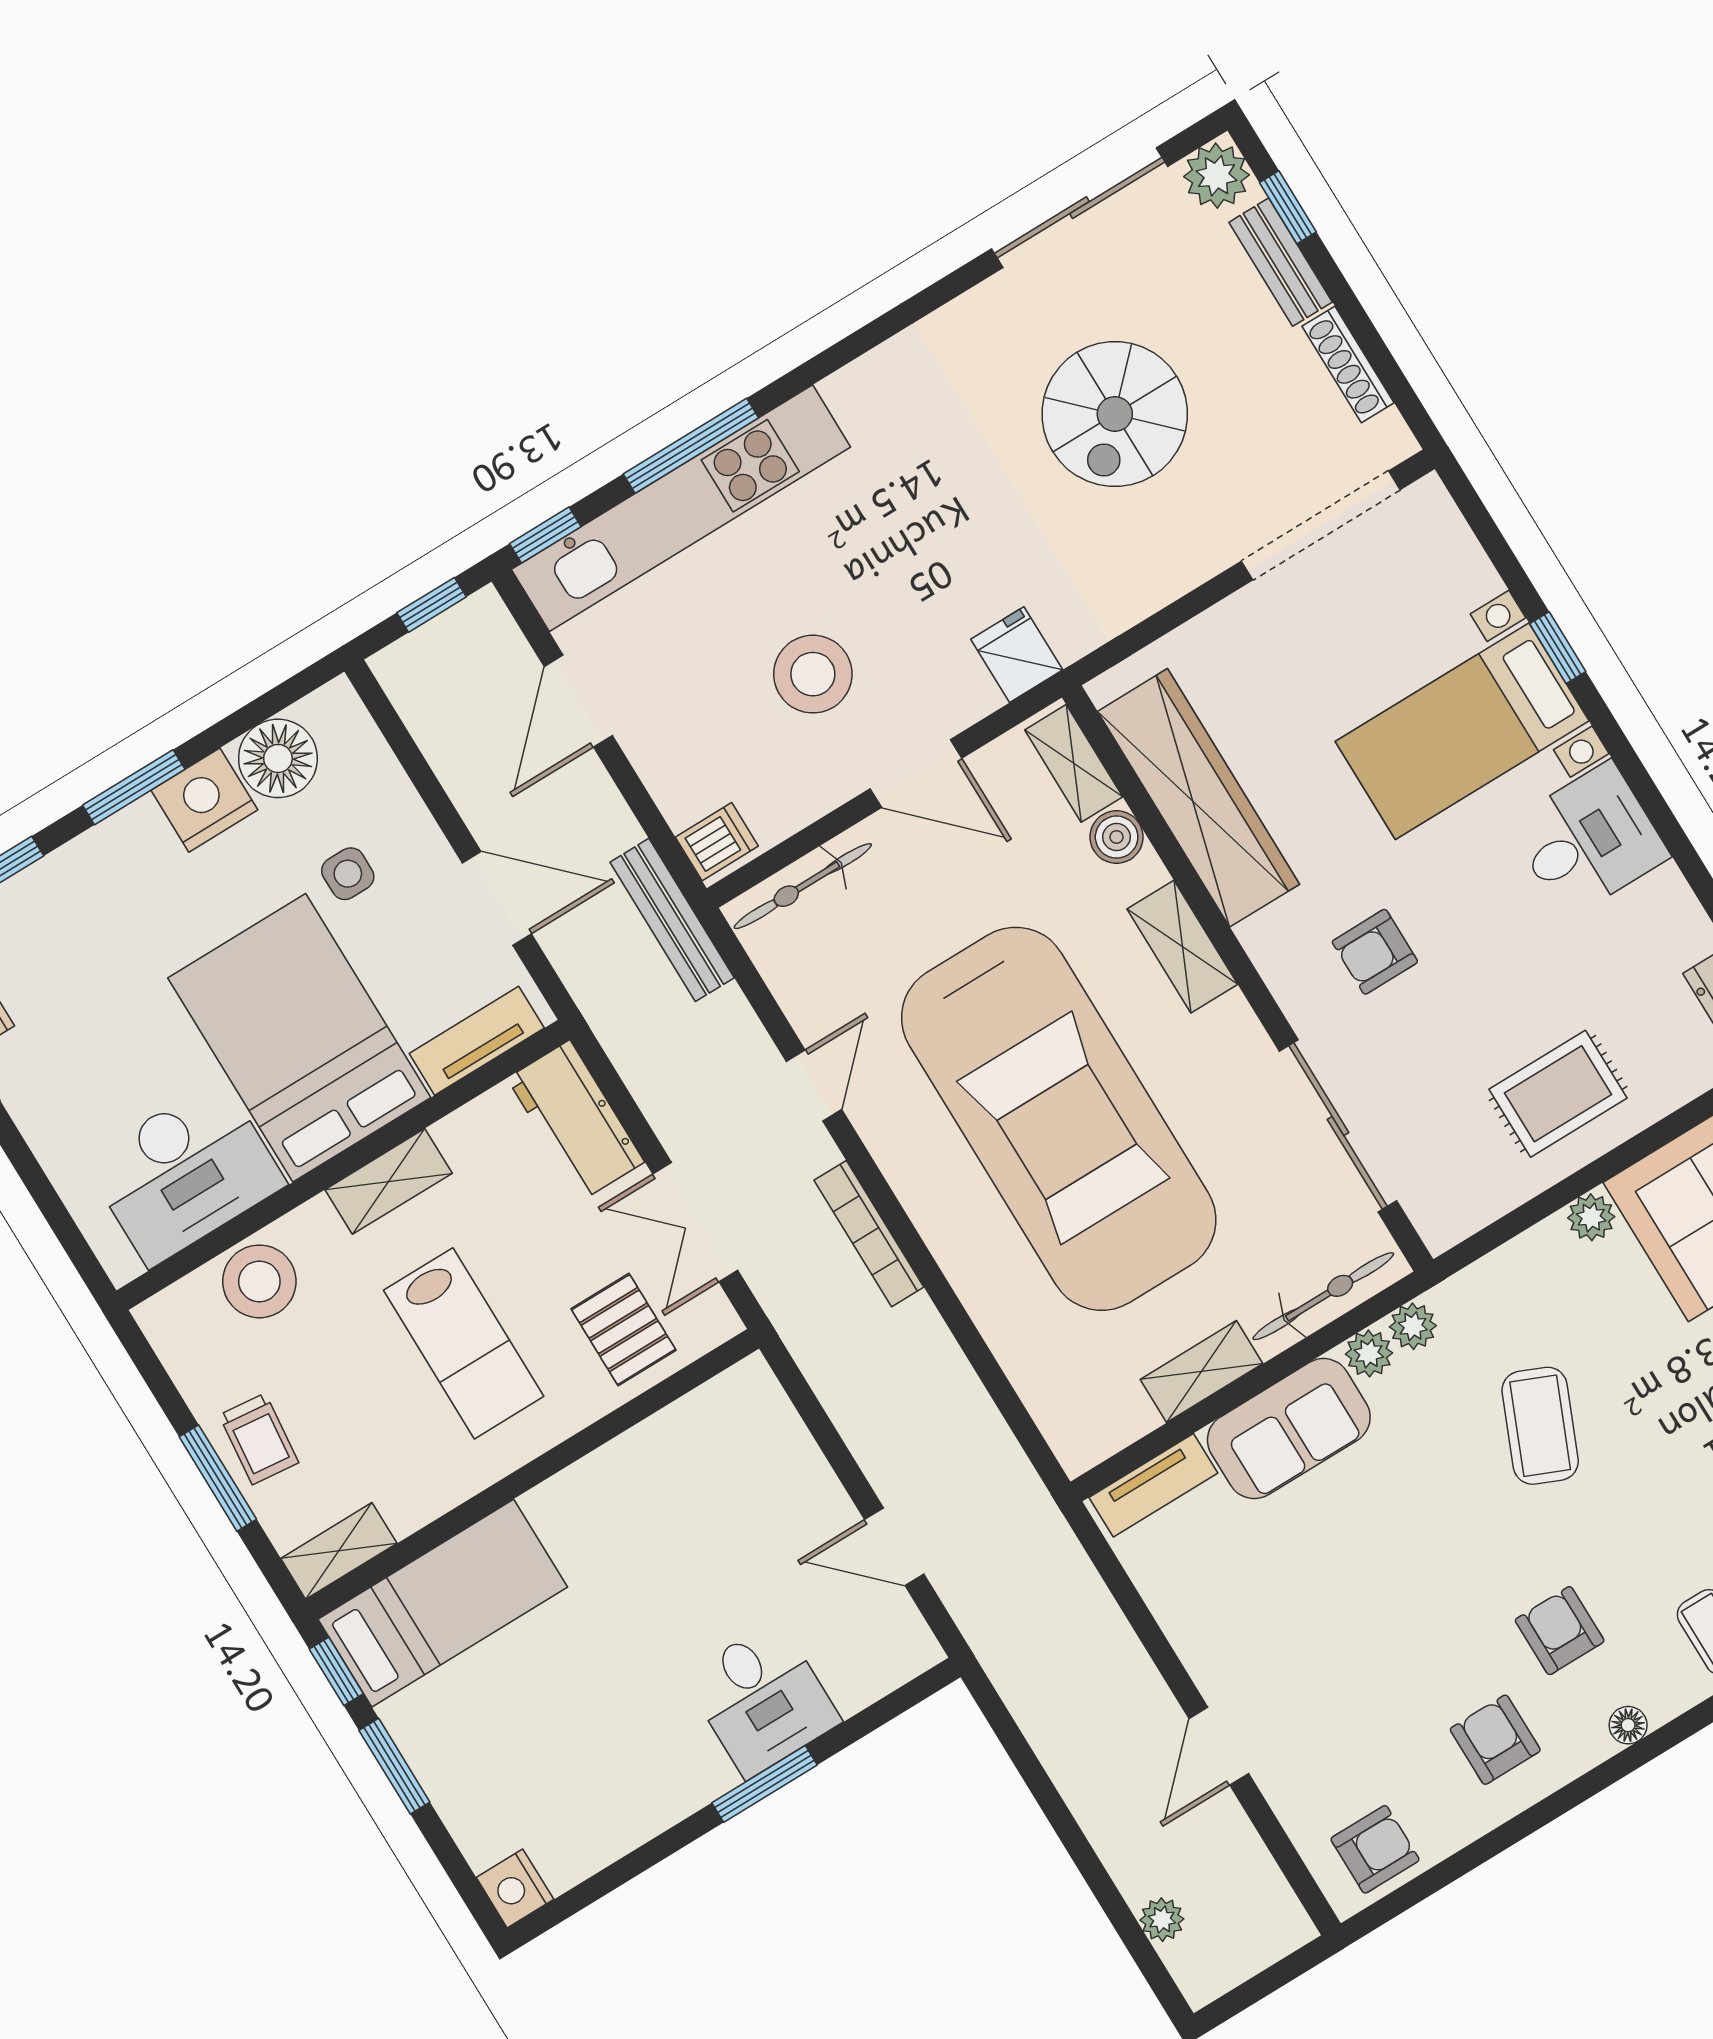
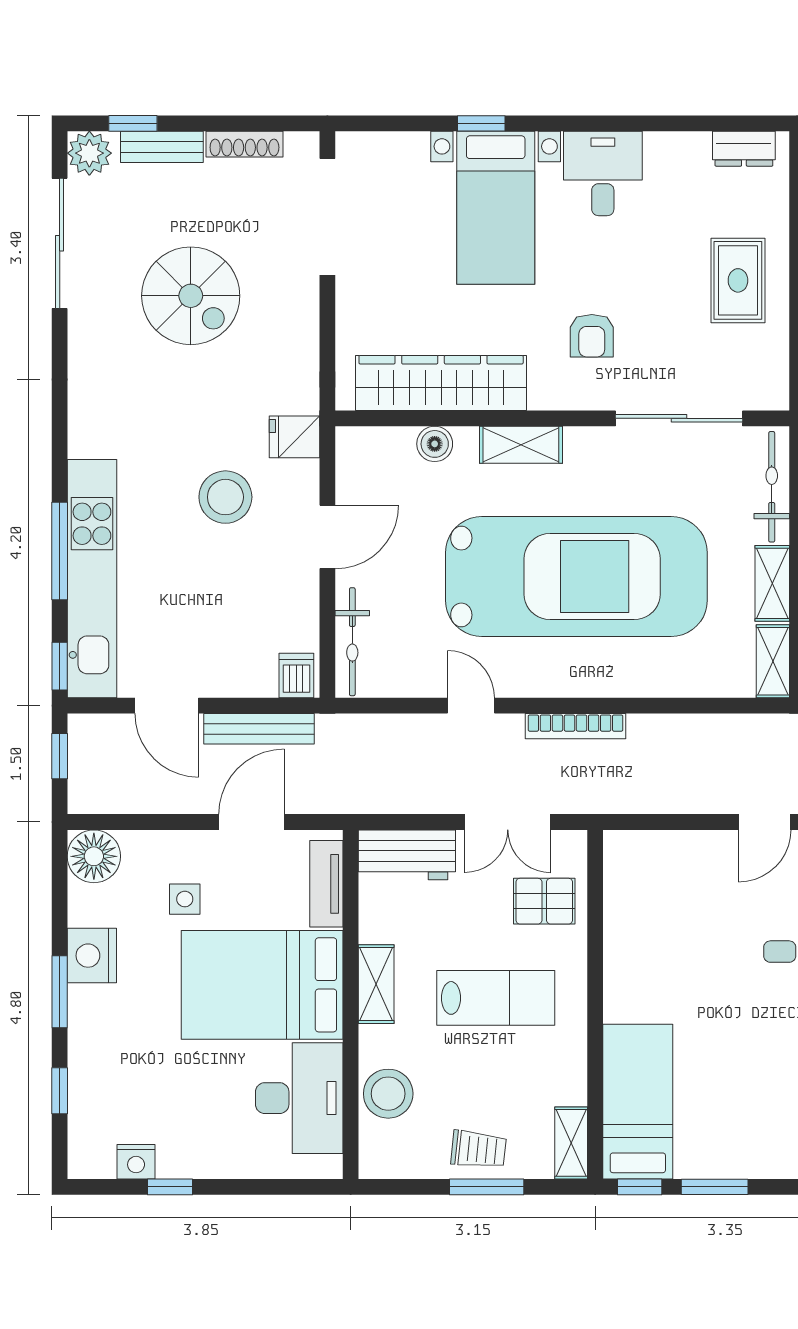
stool: (813, 674) -> (225, 497), moved
floor lamp: (278, 758) -> (94, 856), moved
shelving: (1074, 763) -> (773, 661), moved, turned 90
bench: (672, 920) -> (259, 729), moved

